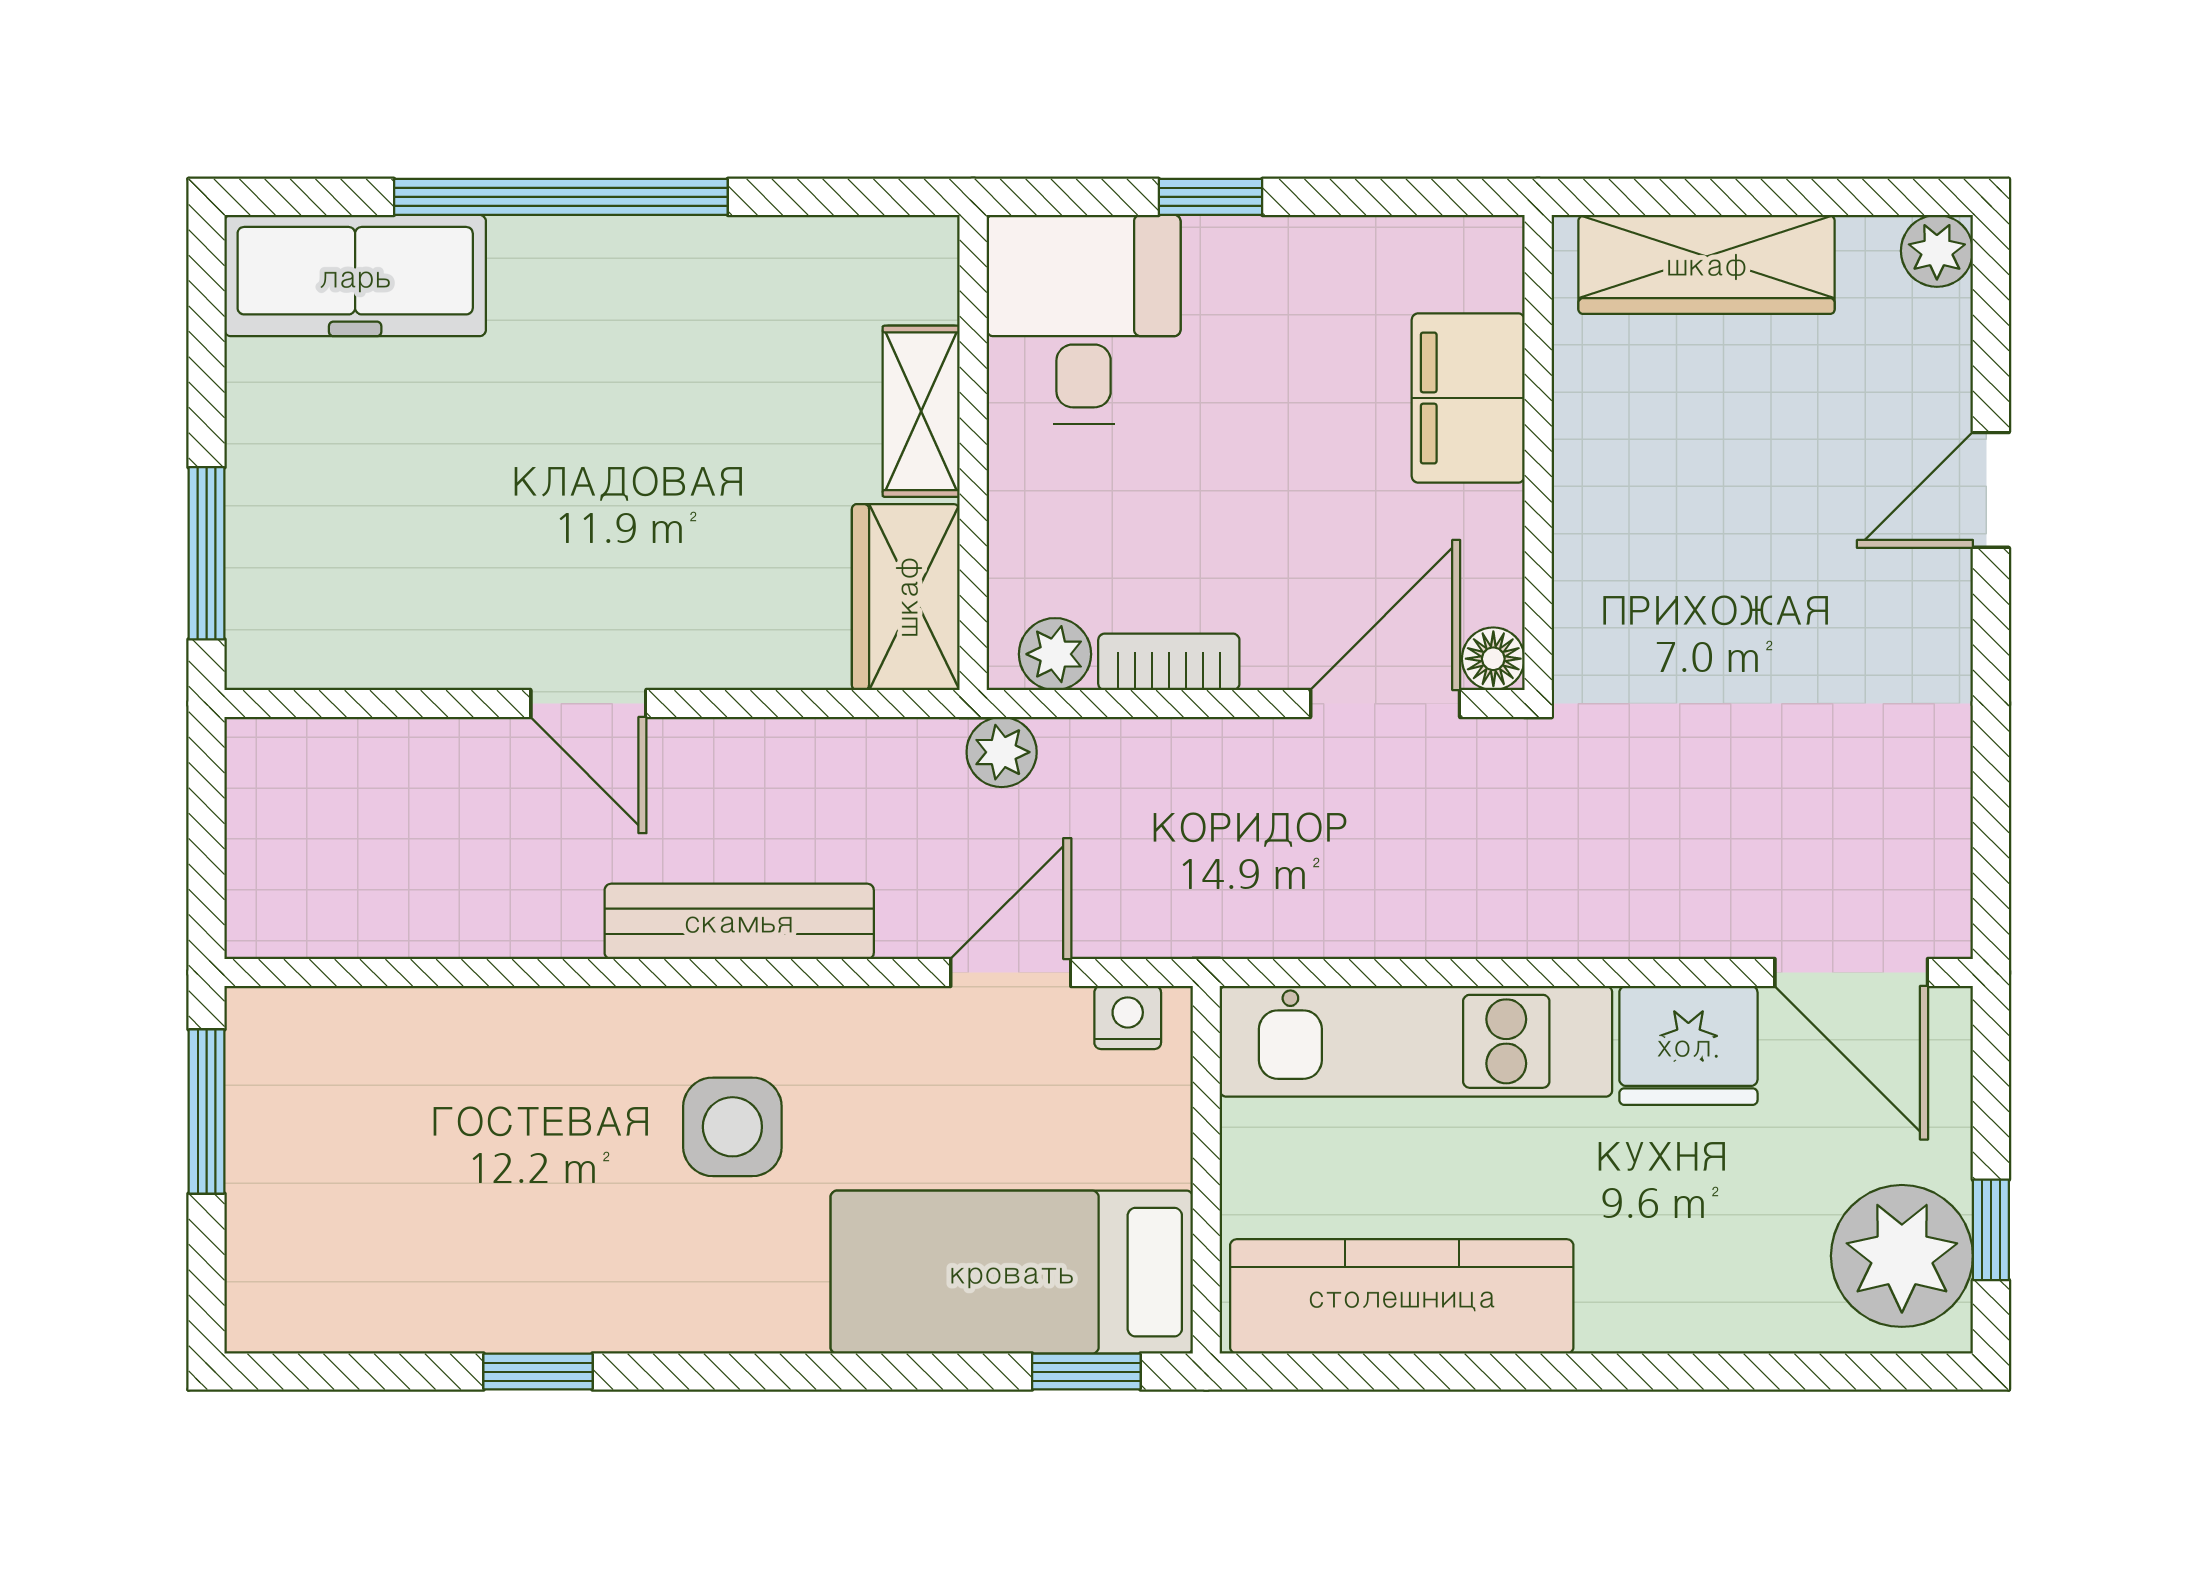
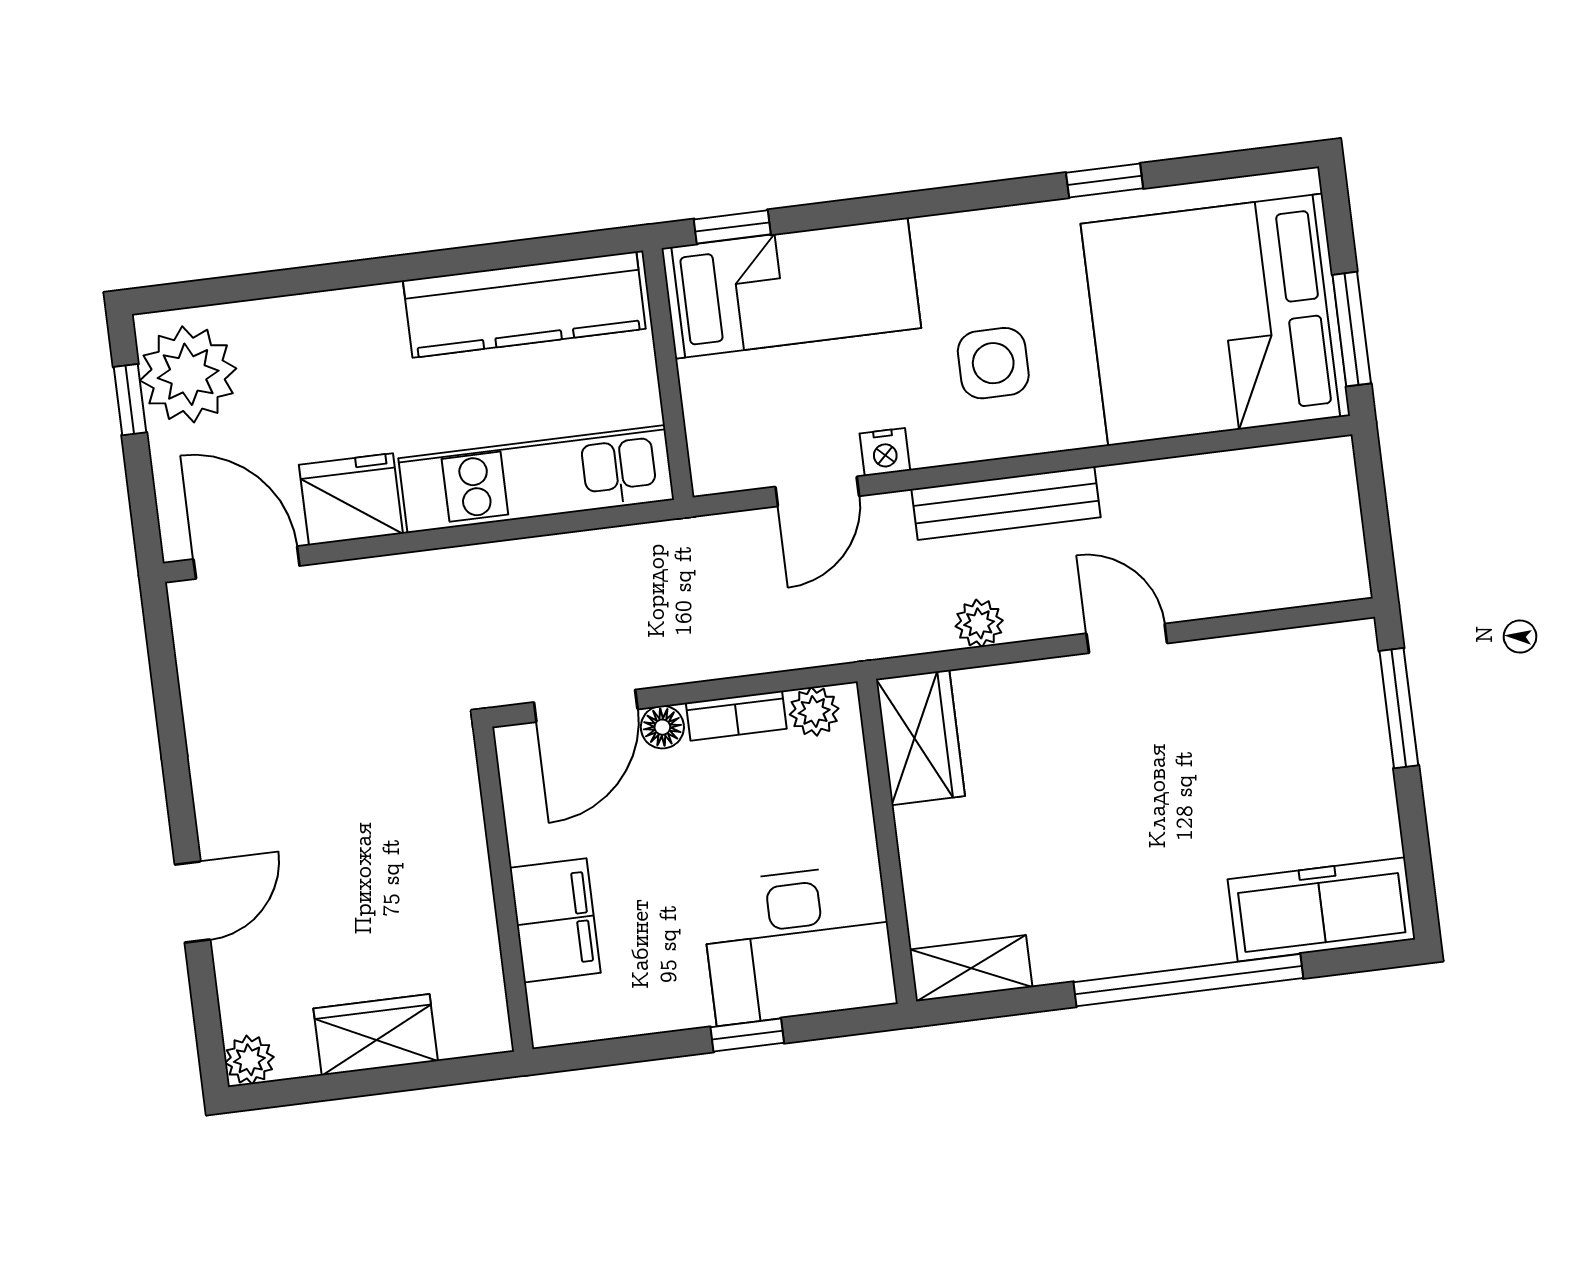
wardrobe: (1707, 264) -> (376, 1035), width x0.67
desk: (1084, 319) -> (799, 944), width x1.37
shelving: (921, 411) -> (971, 968), moved, turned 90
floor lamp: (1493, 659) -> (662, 727), moved
plant: (1002, 752) -> (979, 623), moved
nightstand: (1128, 1018) -> (885, 452), moved
bed: (402, 1150) -> (1215, 320), added

